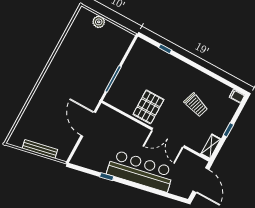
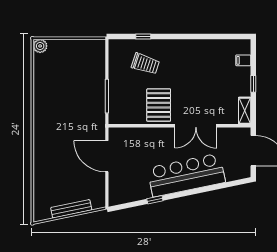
plant: (99, 22) -> (40, 46), moved
filing cabinet: (237, 96) -> (243, 60), moved
trolley: (196, 105) -> (145, 64), moved

